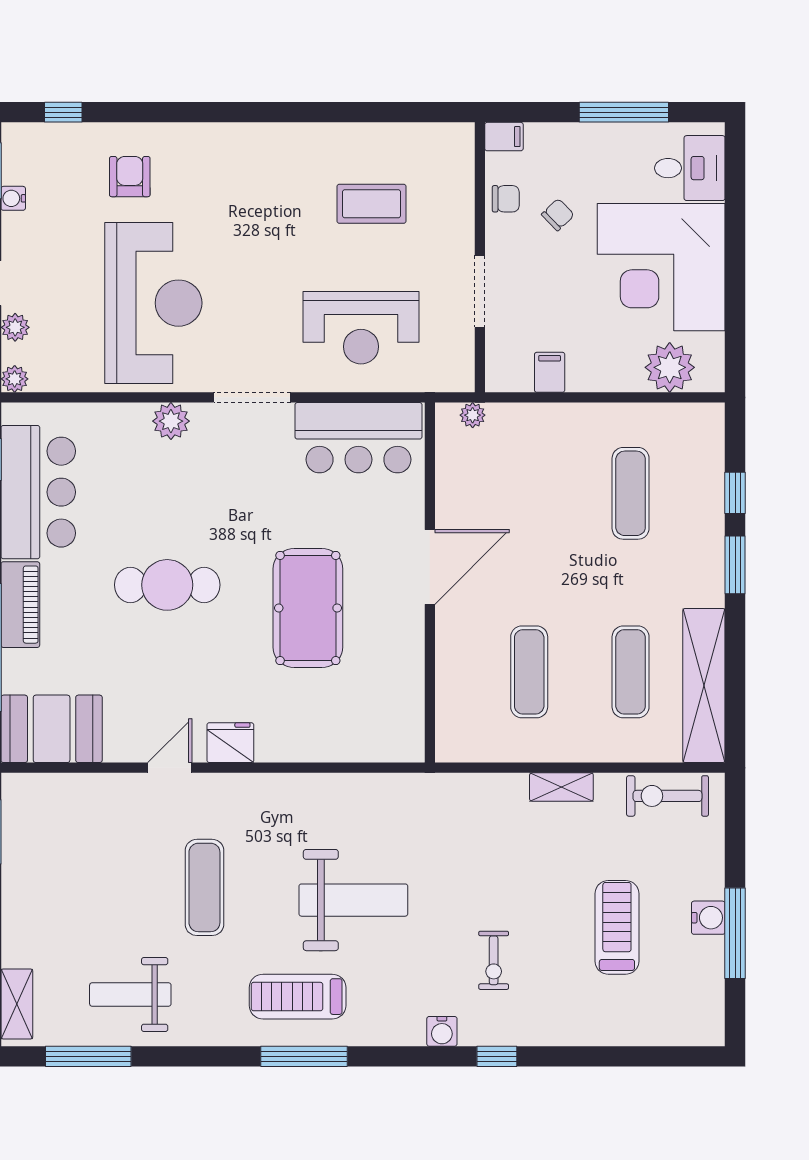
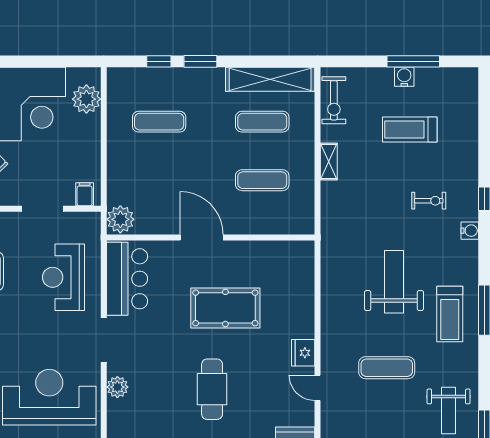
reception desk: (361, 328) -> (64, 277), turned 180
filing cabinet: (550, 372) -> (85, 194), moved, turned 90
plant: (473, 415) -> (120, 219), width x1.87, depth x1.87

